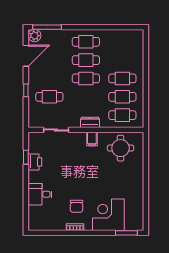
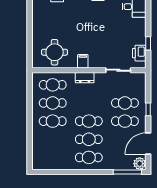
cafe table: (49, 78) -> (125, 121), added
printer: (35, 162) -> (139, 53), moved

